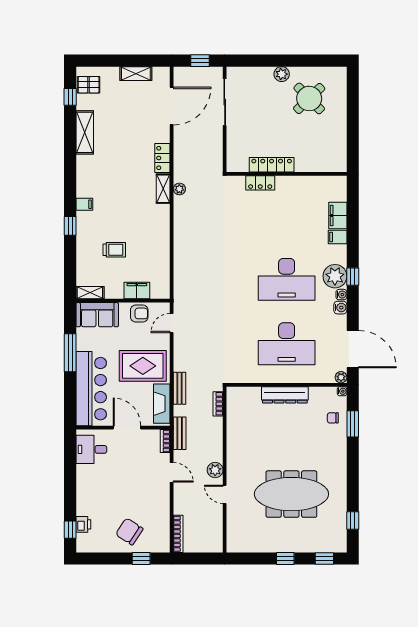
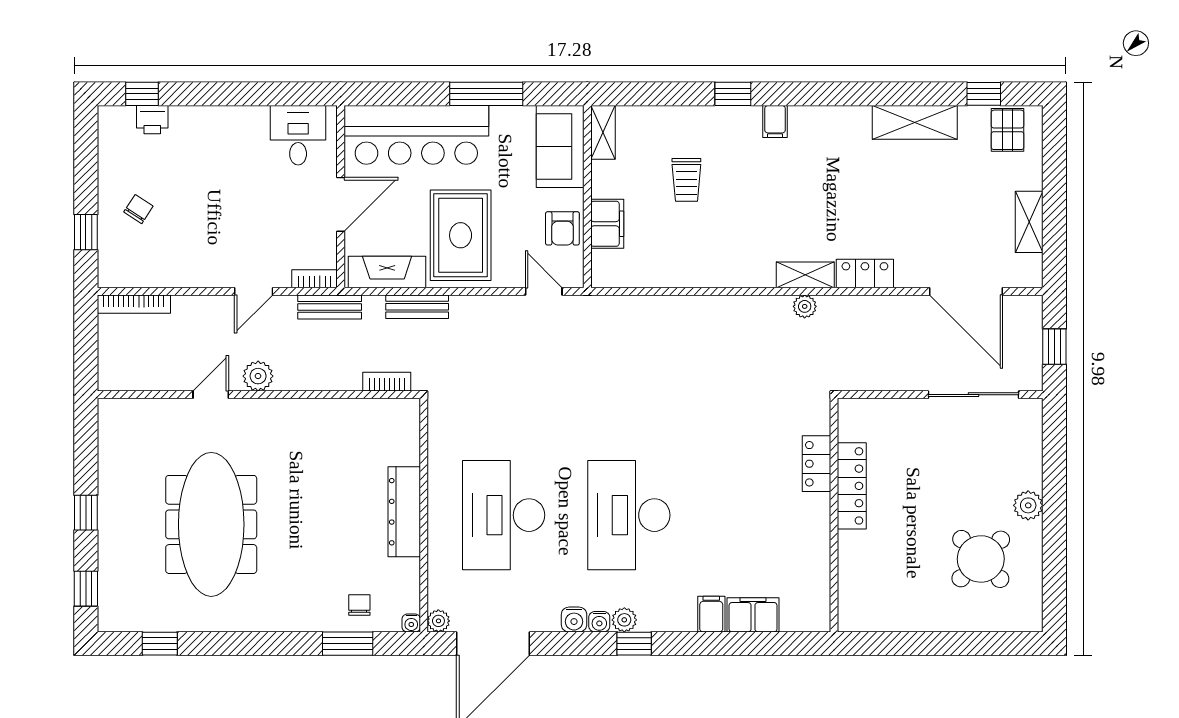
plant: (335, 276) -> (624, 620), width x0.53, depth x0.53
chair: (129, 531) -> (138, 209), width x0.54, depth x0.54

